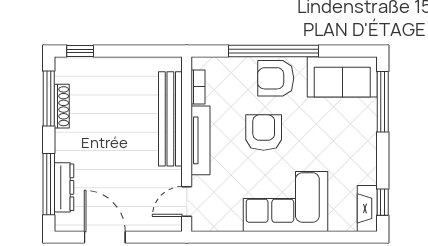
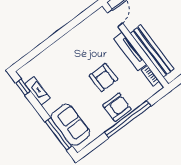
sofa: (342, 77) -> (70, 125), moved, turned 90
corner sofa: (286, 201) -> (69, 53), removed
fireplace: (367, 208) -> (37, 91), moved

